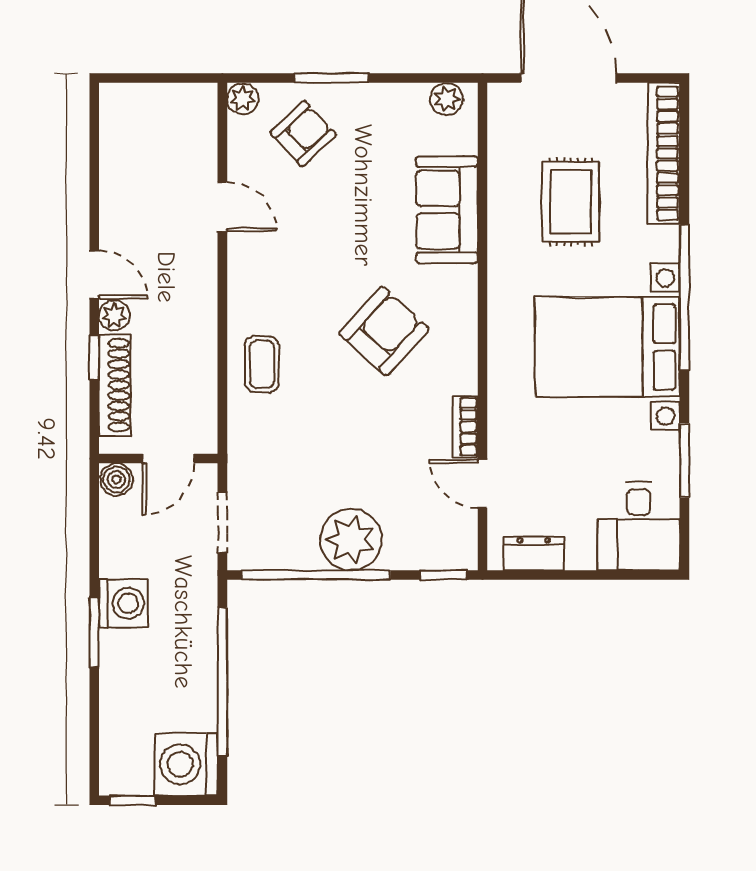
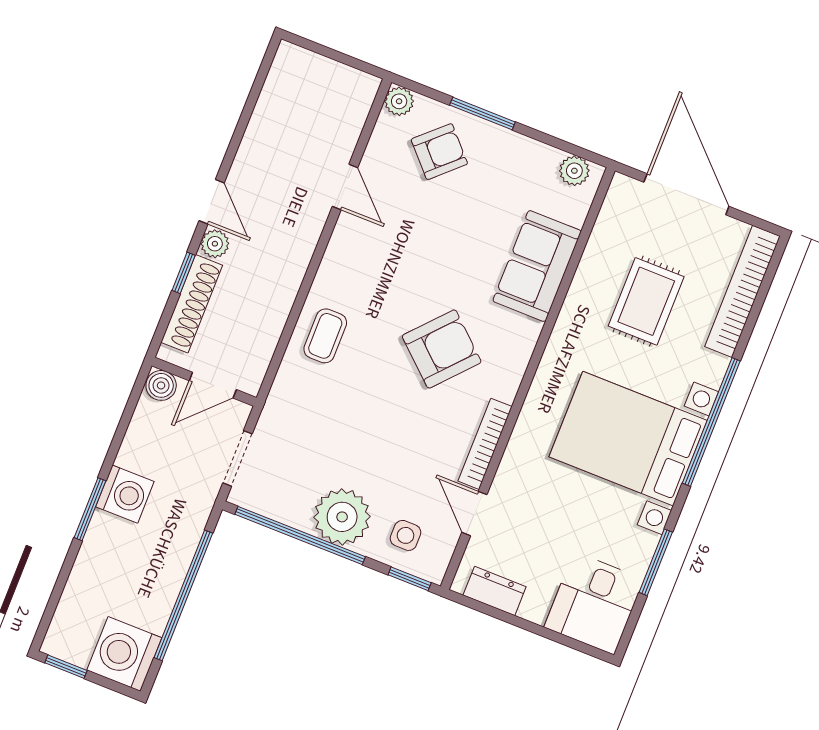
bookcase: (465, 427) -> (485, 444), width x1.56
side table: (422, 533) -> (406, 535), added

